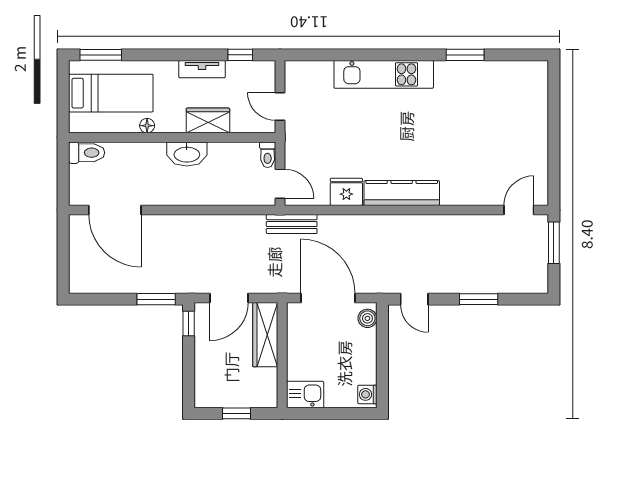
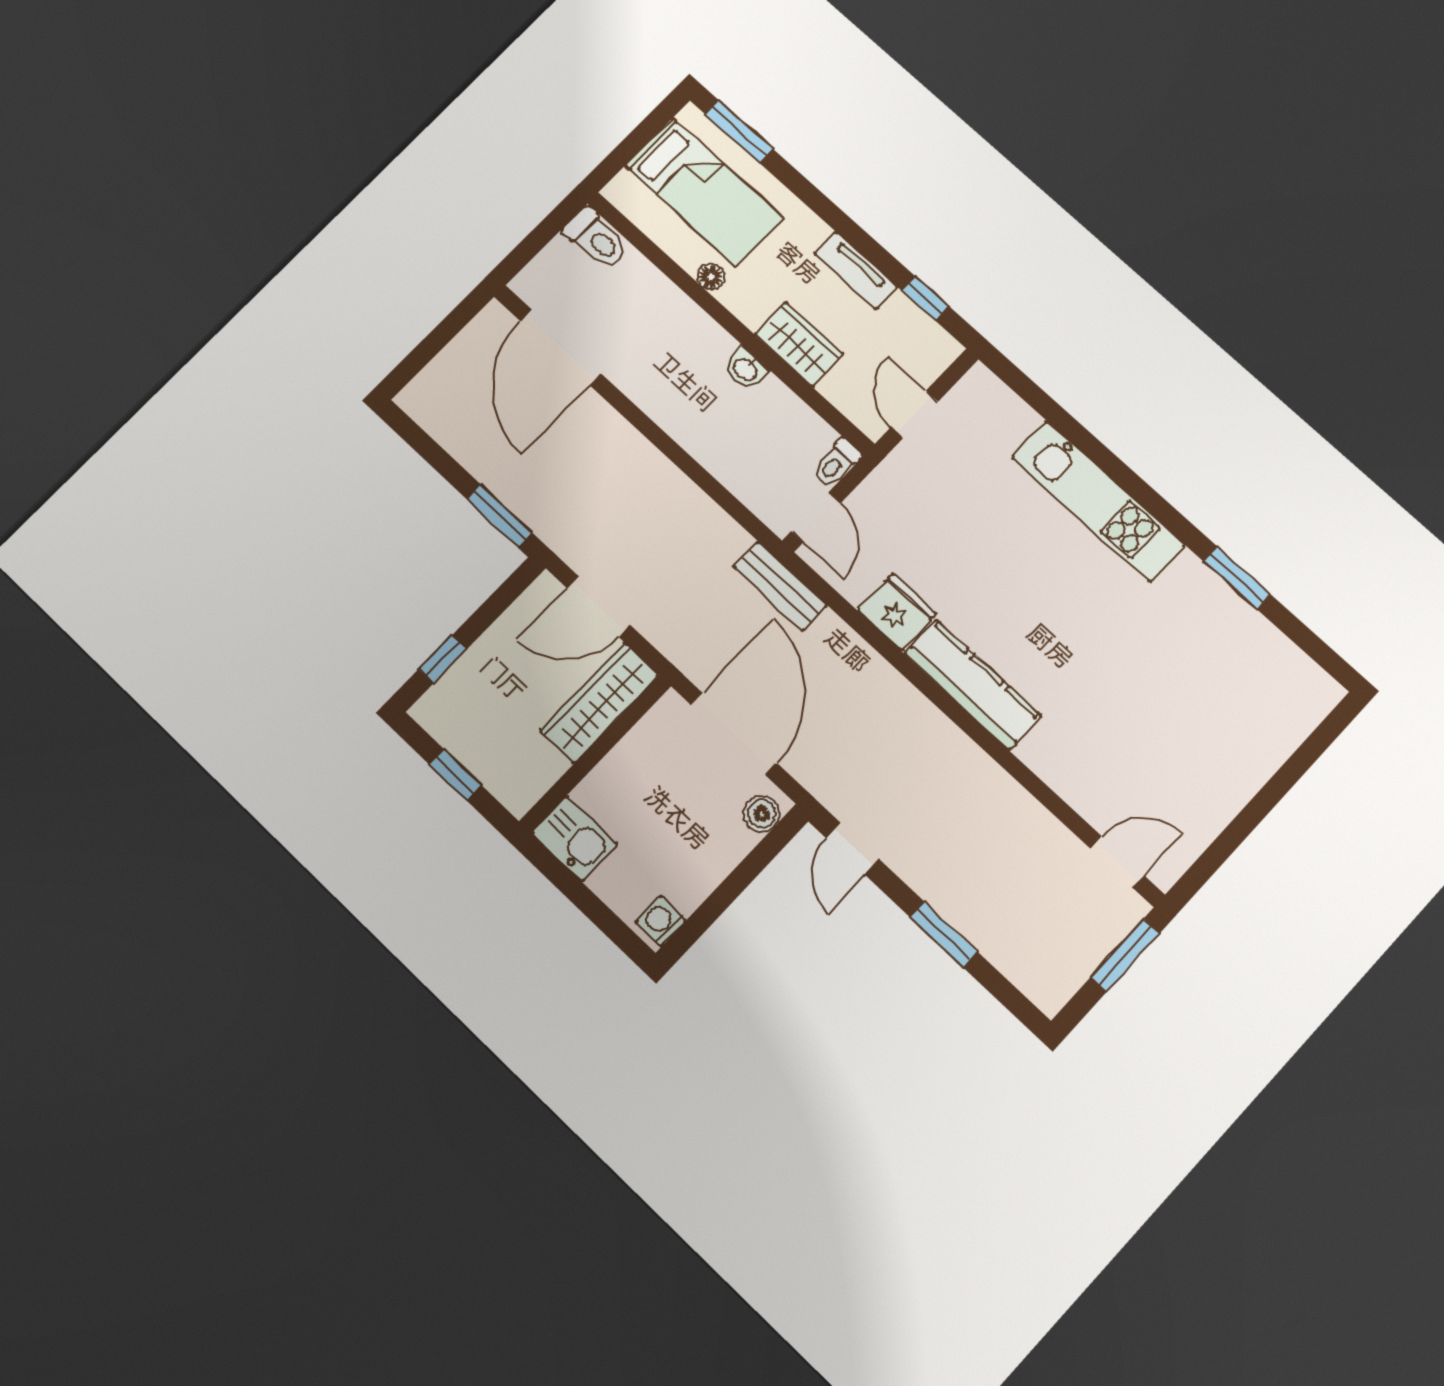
washbasin: (187, 154) -> (746, 369), width x0.52, depth x0.69
window: (189, 324) -> (443, 659), moved

